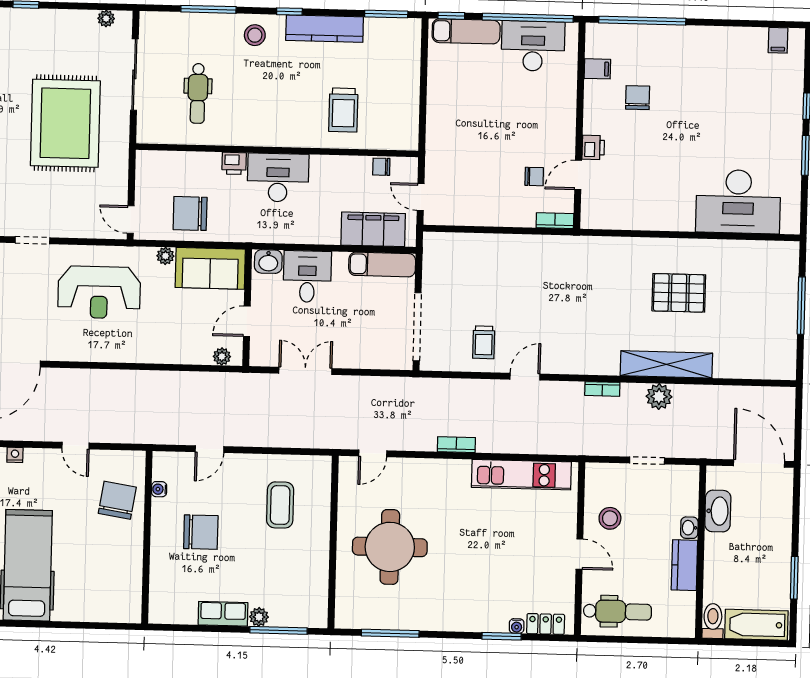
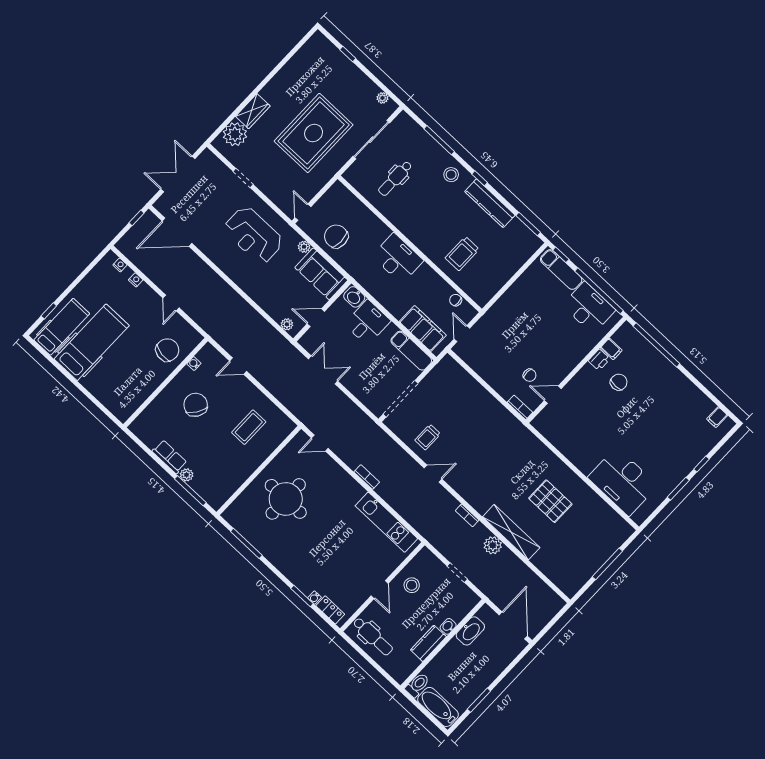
printer: (593, 147) -> (599, 360), moved
printer: (234, 163) -> (382, 231), removed
chair: (201, 532) -> (196, 405), turned -146

